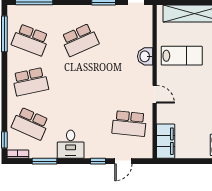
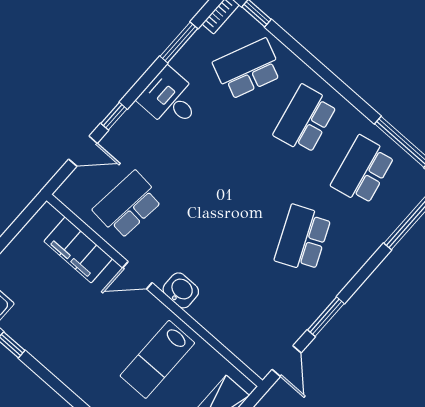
school desk: (30, 40) -> (363, 170), turned -33
washbasin: (145, 56) -> (181, 290), moved
filing cabinet: (166, 141) -> (78, 250), moved
door: (123, 161) -> (83, 151), swing flipped

